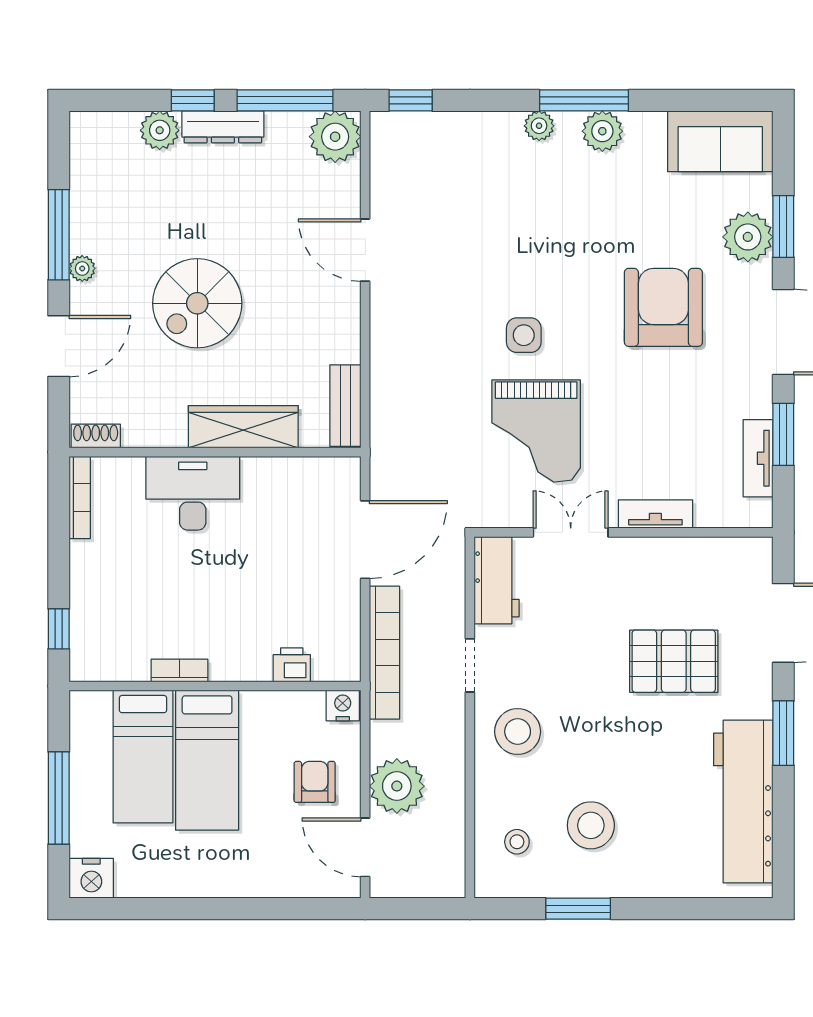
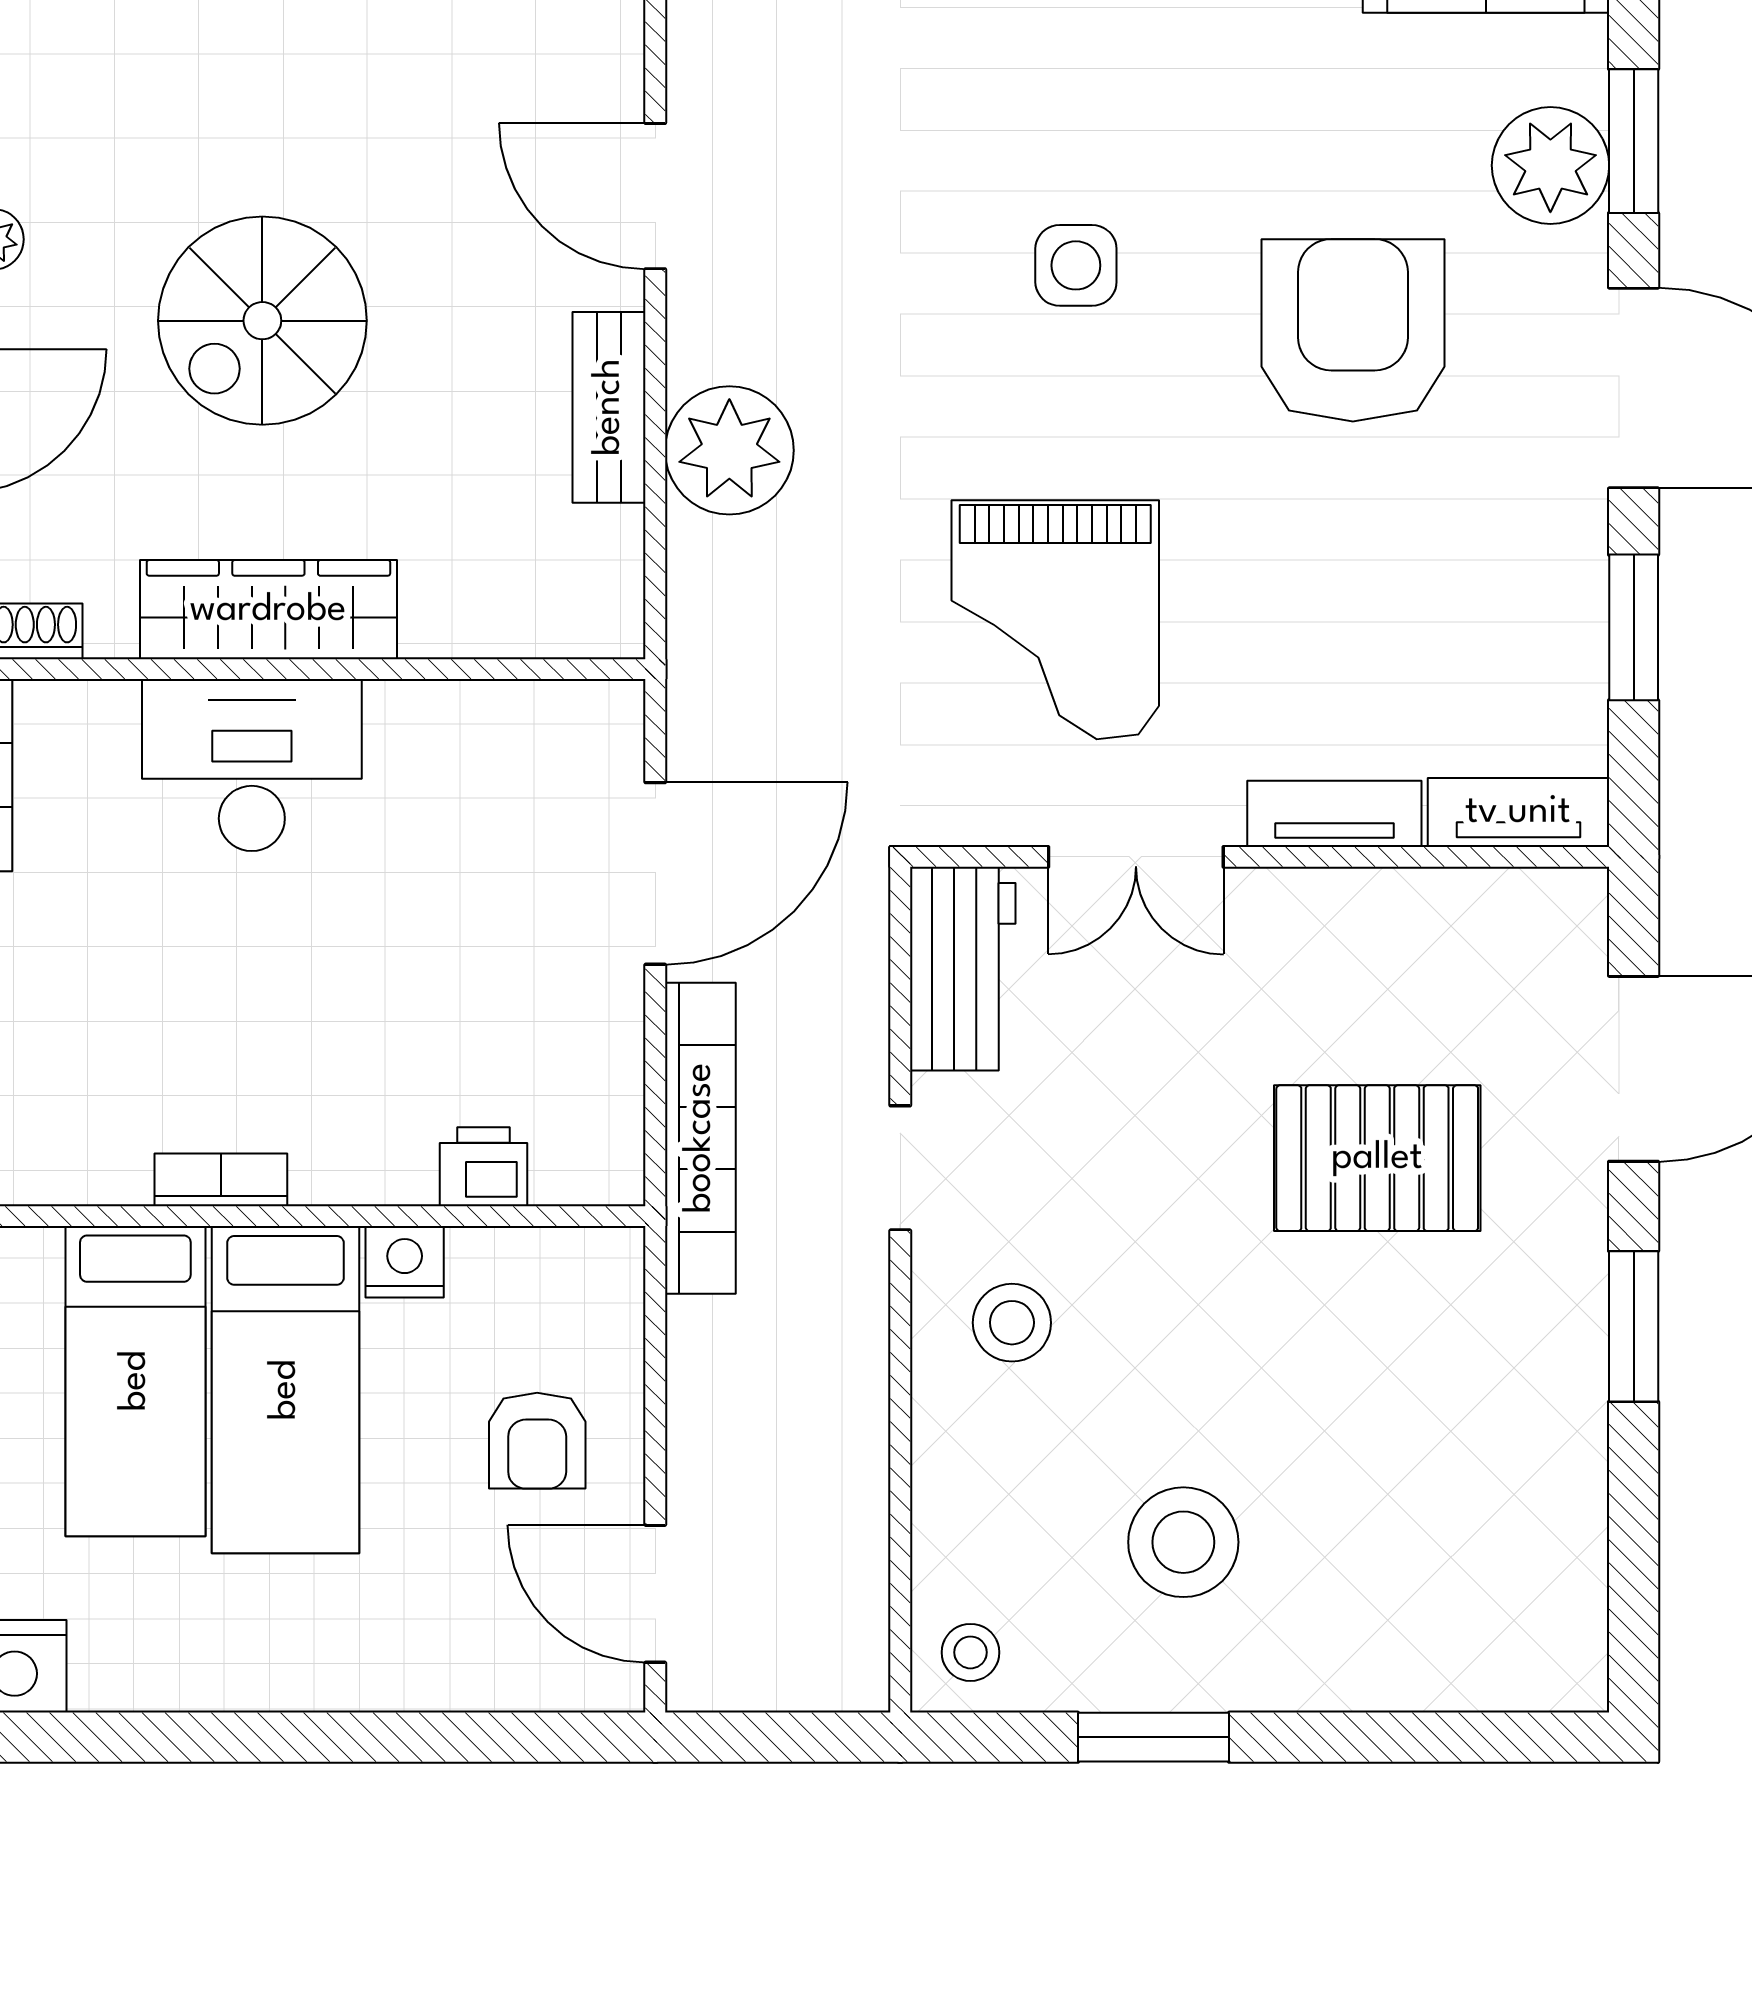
side table: (524, 335) -> (1076, 265), moved
bench: (345, 406) -> (609, 407), moved
wardrobe: (243, 427) -> (268, 610), moved
tv unit: (758, 458) -> (1518, 812), moved, turned 90
double door: (571, 532) -> (1136, 857), swing flipped
nightstand: (343, 705) -> (405, 1262), moved
stool: (518, 732) -> (1012, 1323), width x0.73, depth x0.73
armchair: (315, 782) -> (537, 1441), turned 180
plant: (397, 786) -> (729, 450), moved
workbench: (743, 801) -> (1540, 1486), removed
stool: (517, 842) -> (970, 1652), moved

